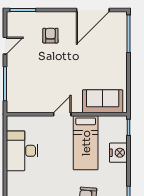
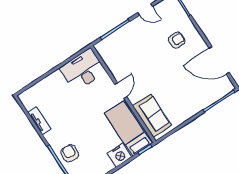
door: (62, 114) -> (121, 90), hinge flipped
bed: (86, 143) -> (128, 128), moved, turned 90
desk: (22, 151) -> (83, 70), moved

